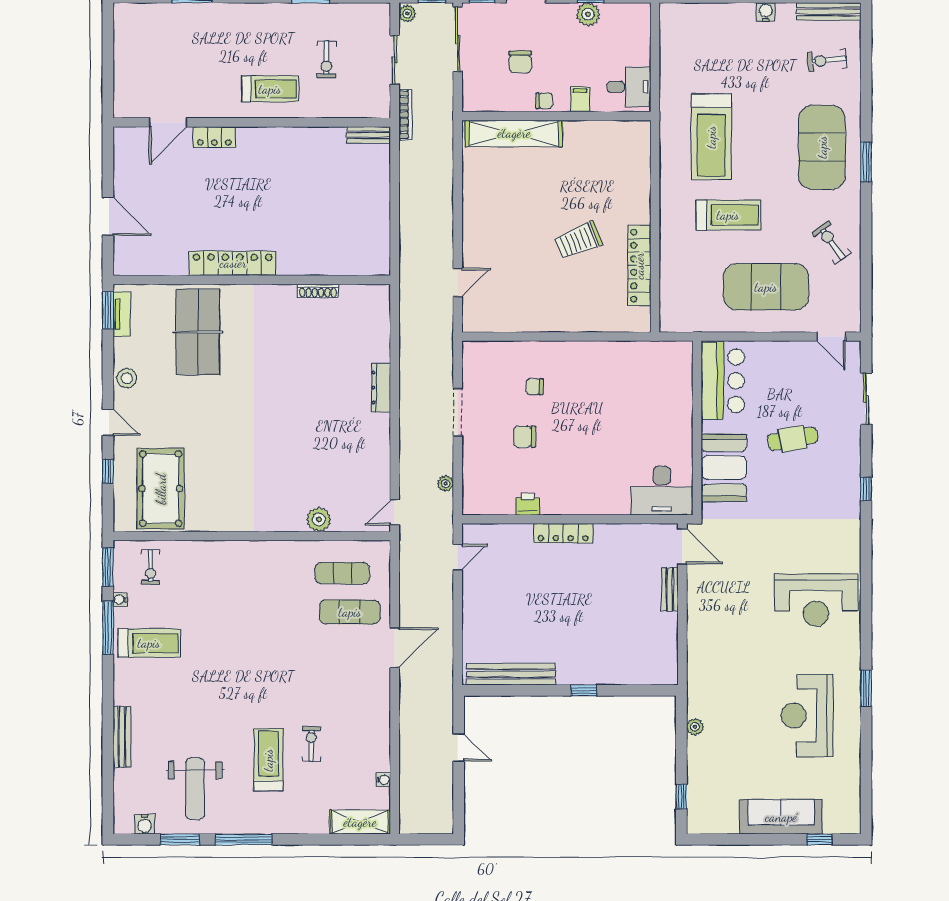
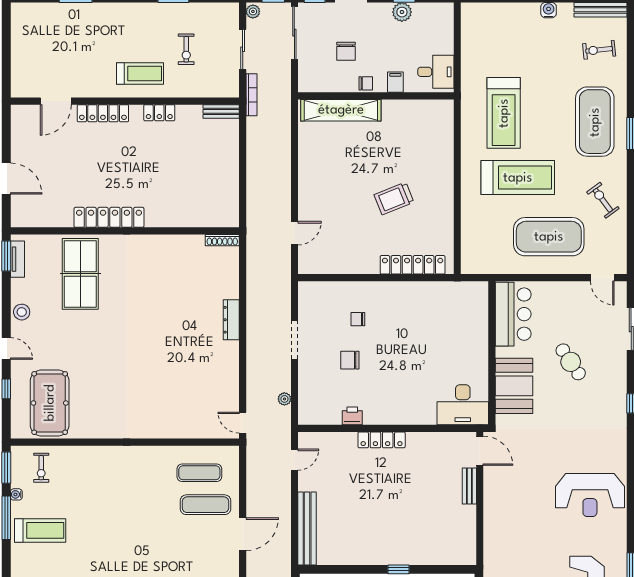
locker: (294, 136) -> (159, 113), added
locker: (214, 137) -> (103, 113), width x1.53
treadmill: (728, 215) -> (518, 178), width x1.37, depth x1.38
locker: (639, 266) -> (413, 265), moved, turned 90
shoe rack: (318, 291) -> (222, 240), moved
cafe table: (793, 439) -> (571, 362), turned 66
door: (395, 512) -> (243, 423), hinge flipped
plant: (319, 519) -> (180, 429), removed
bench: (511, 674) -> (307, 528), moved, turned 90

